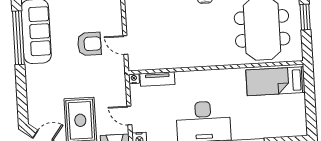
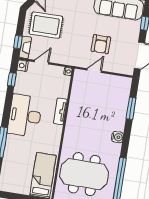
tv unit: (157, 79) -> (60, 111), moved

